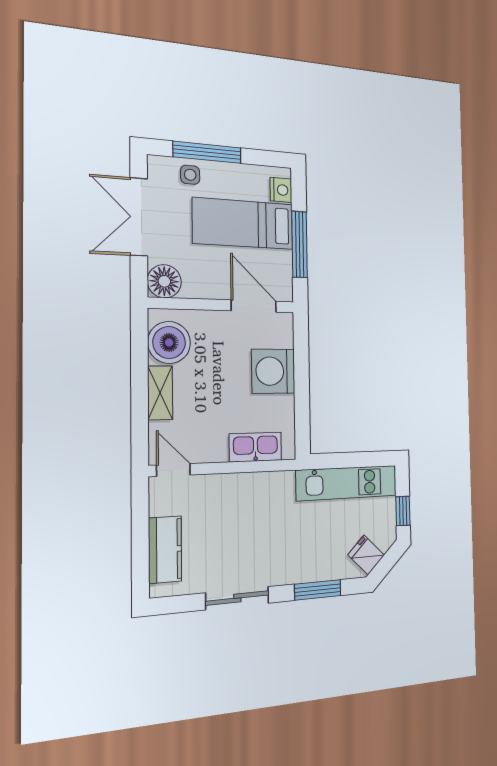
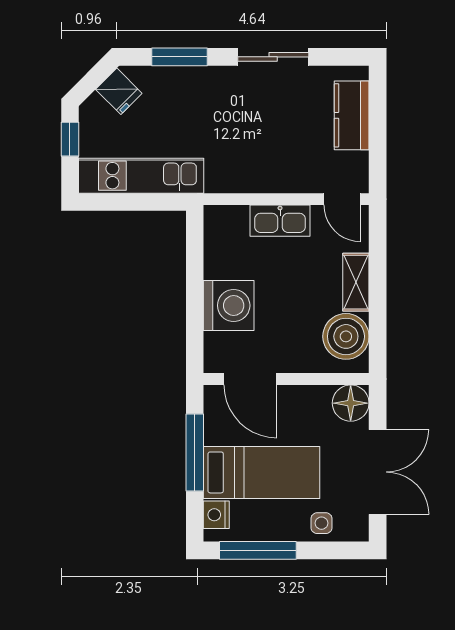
window: (207, 152) -> (258, 550), moved
kitchen sink: (255, 447) -> (280, 221), moved

